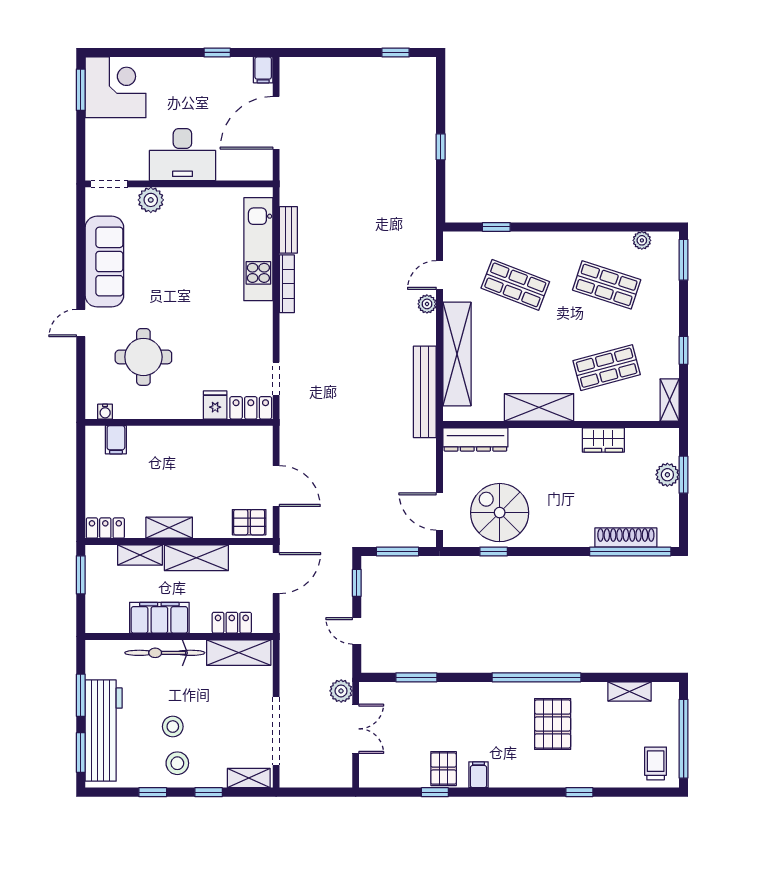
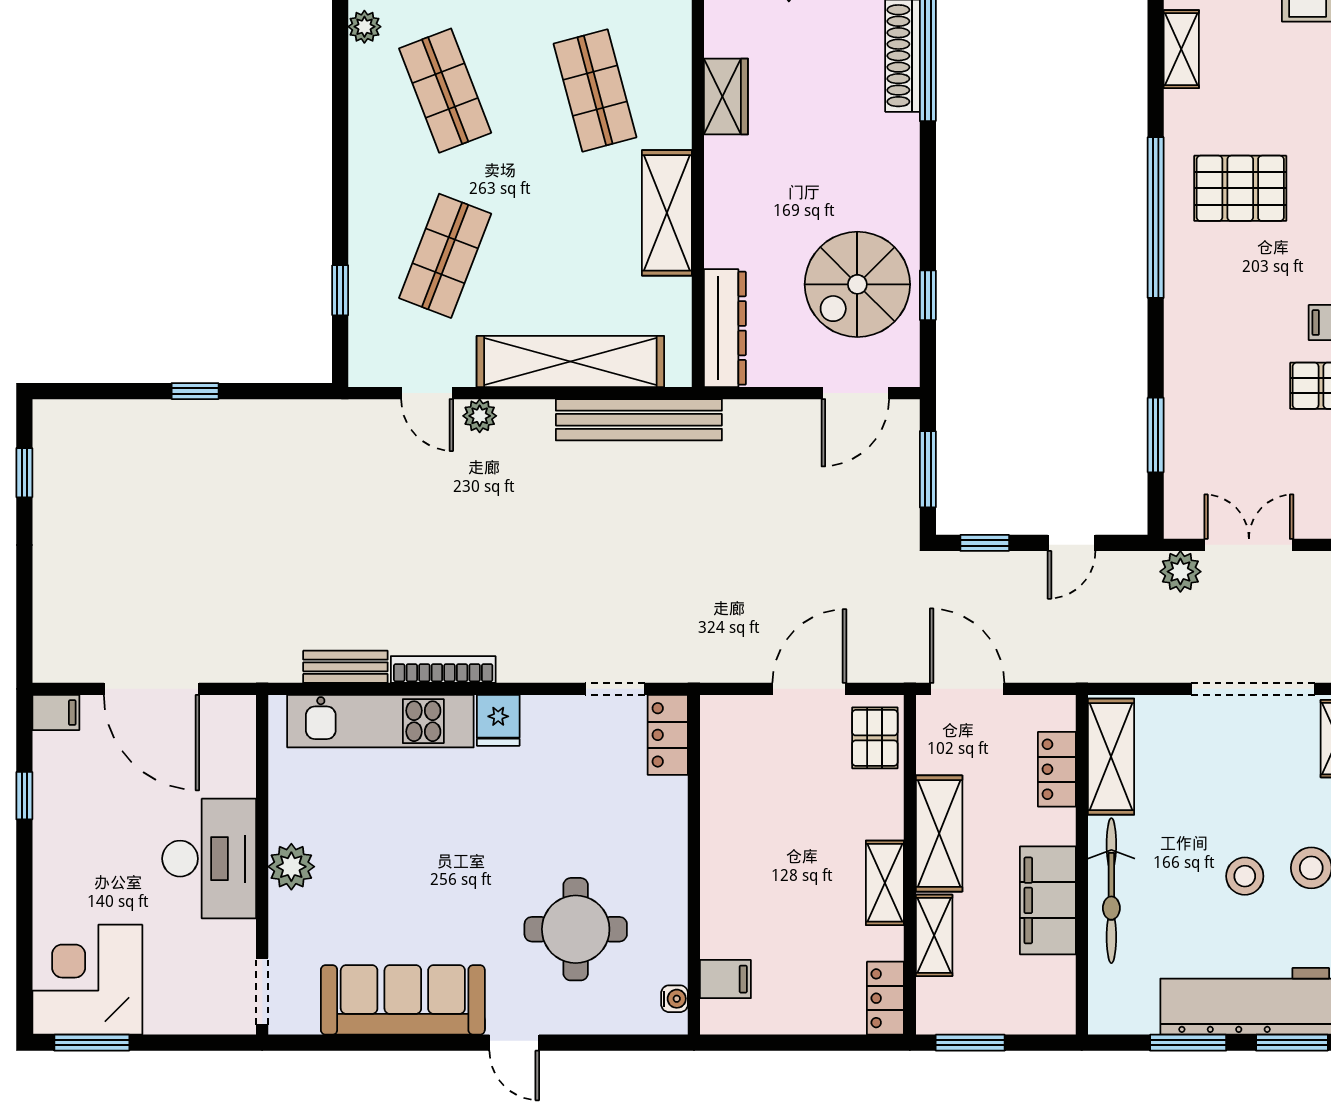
plant: (151, 200) -> (291, 867), moved
shop shelf: (607, 285) -> (445, 91), turned -39
fridge: (215, 405) -> (498, 720), moved, turned -90

